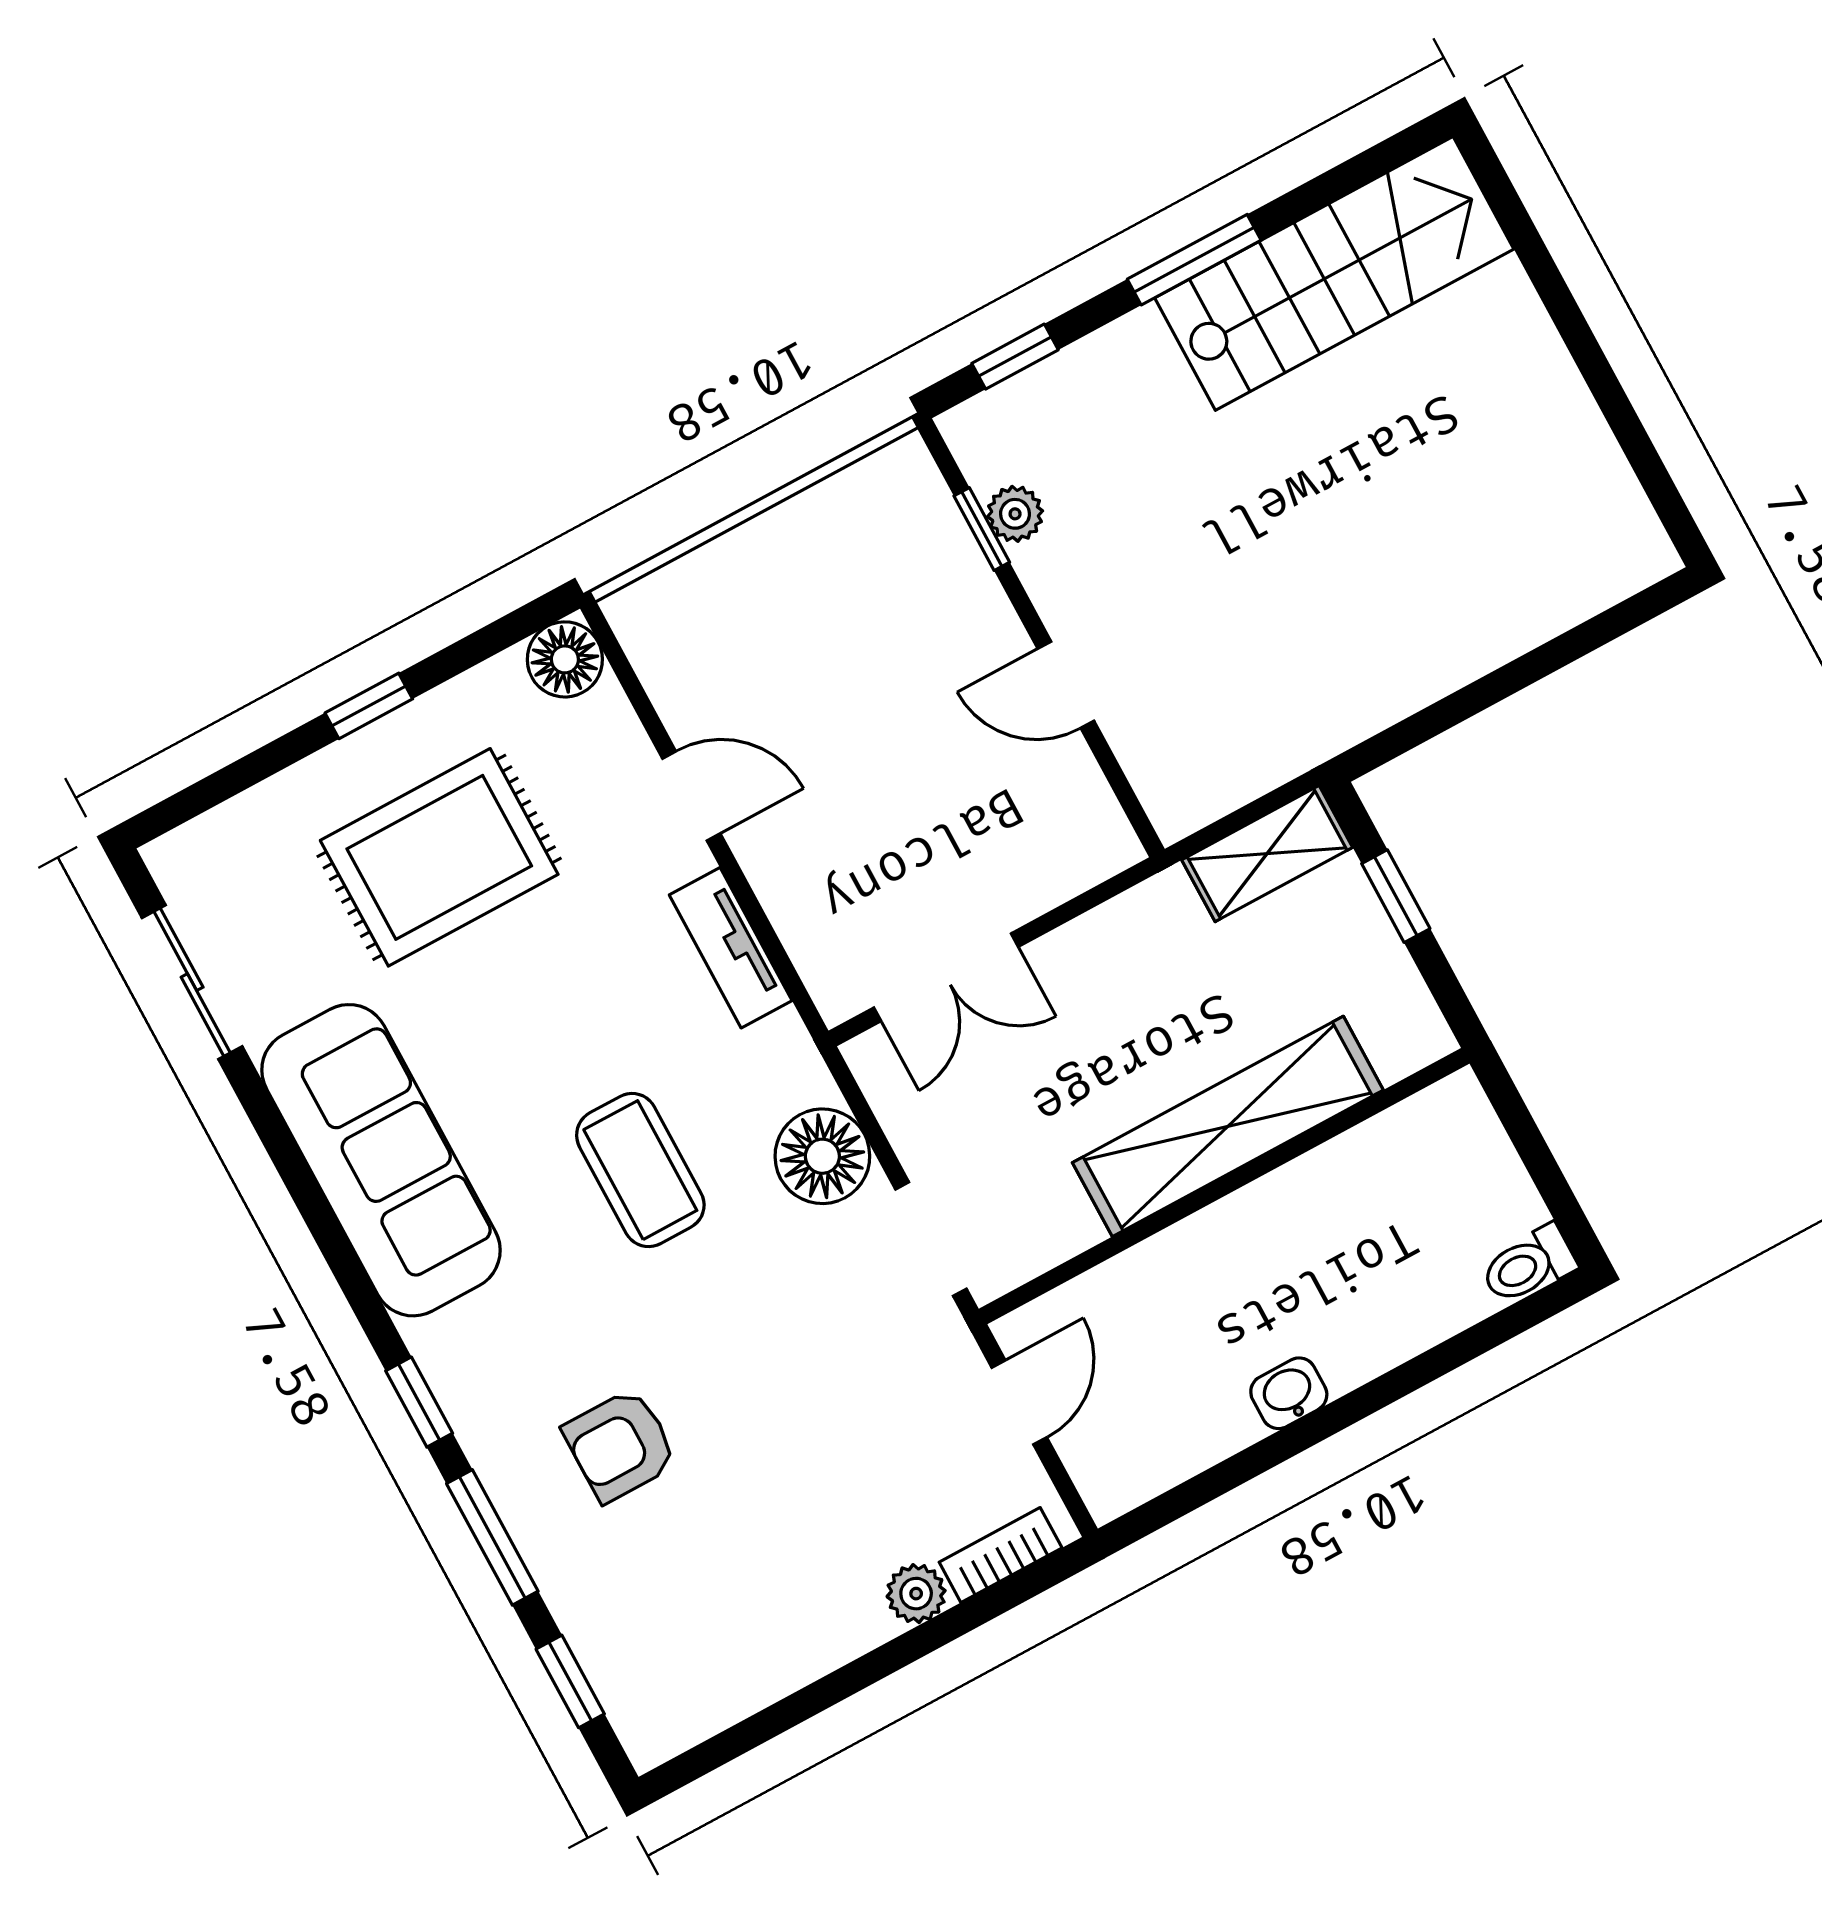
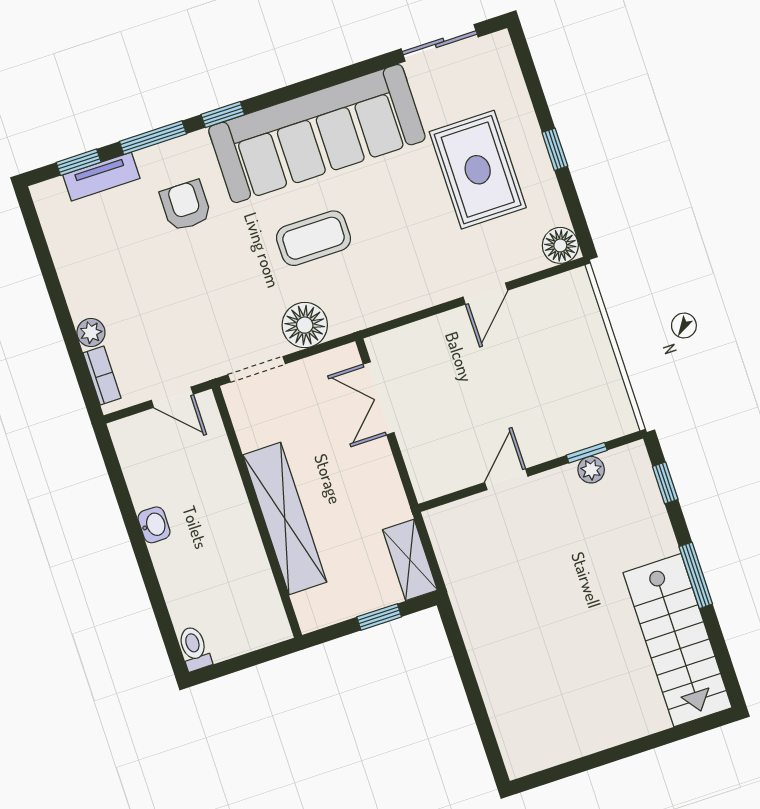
tv unit: (731, 948) -> (101, 177), moved, turned 180
sofa: (381, 1160) -> (317, 134), width x1.36, depth x1.27

